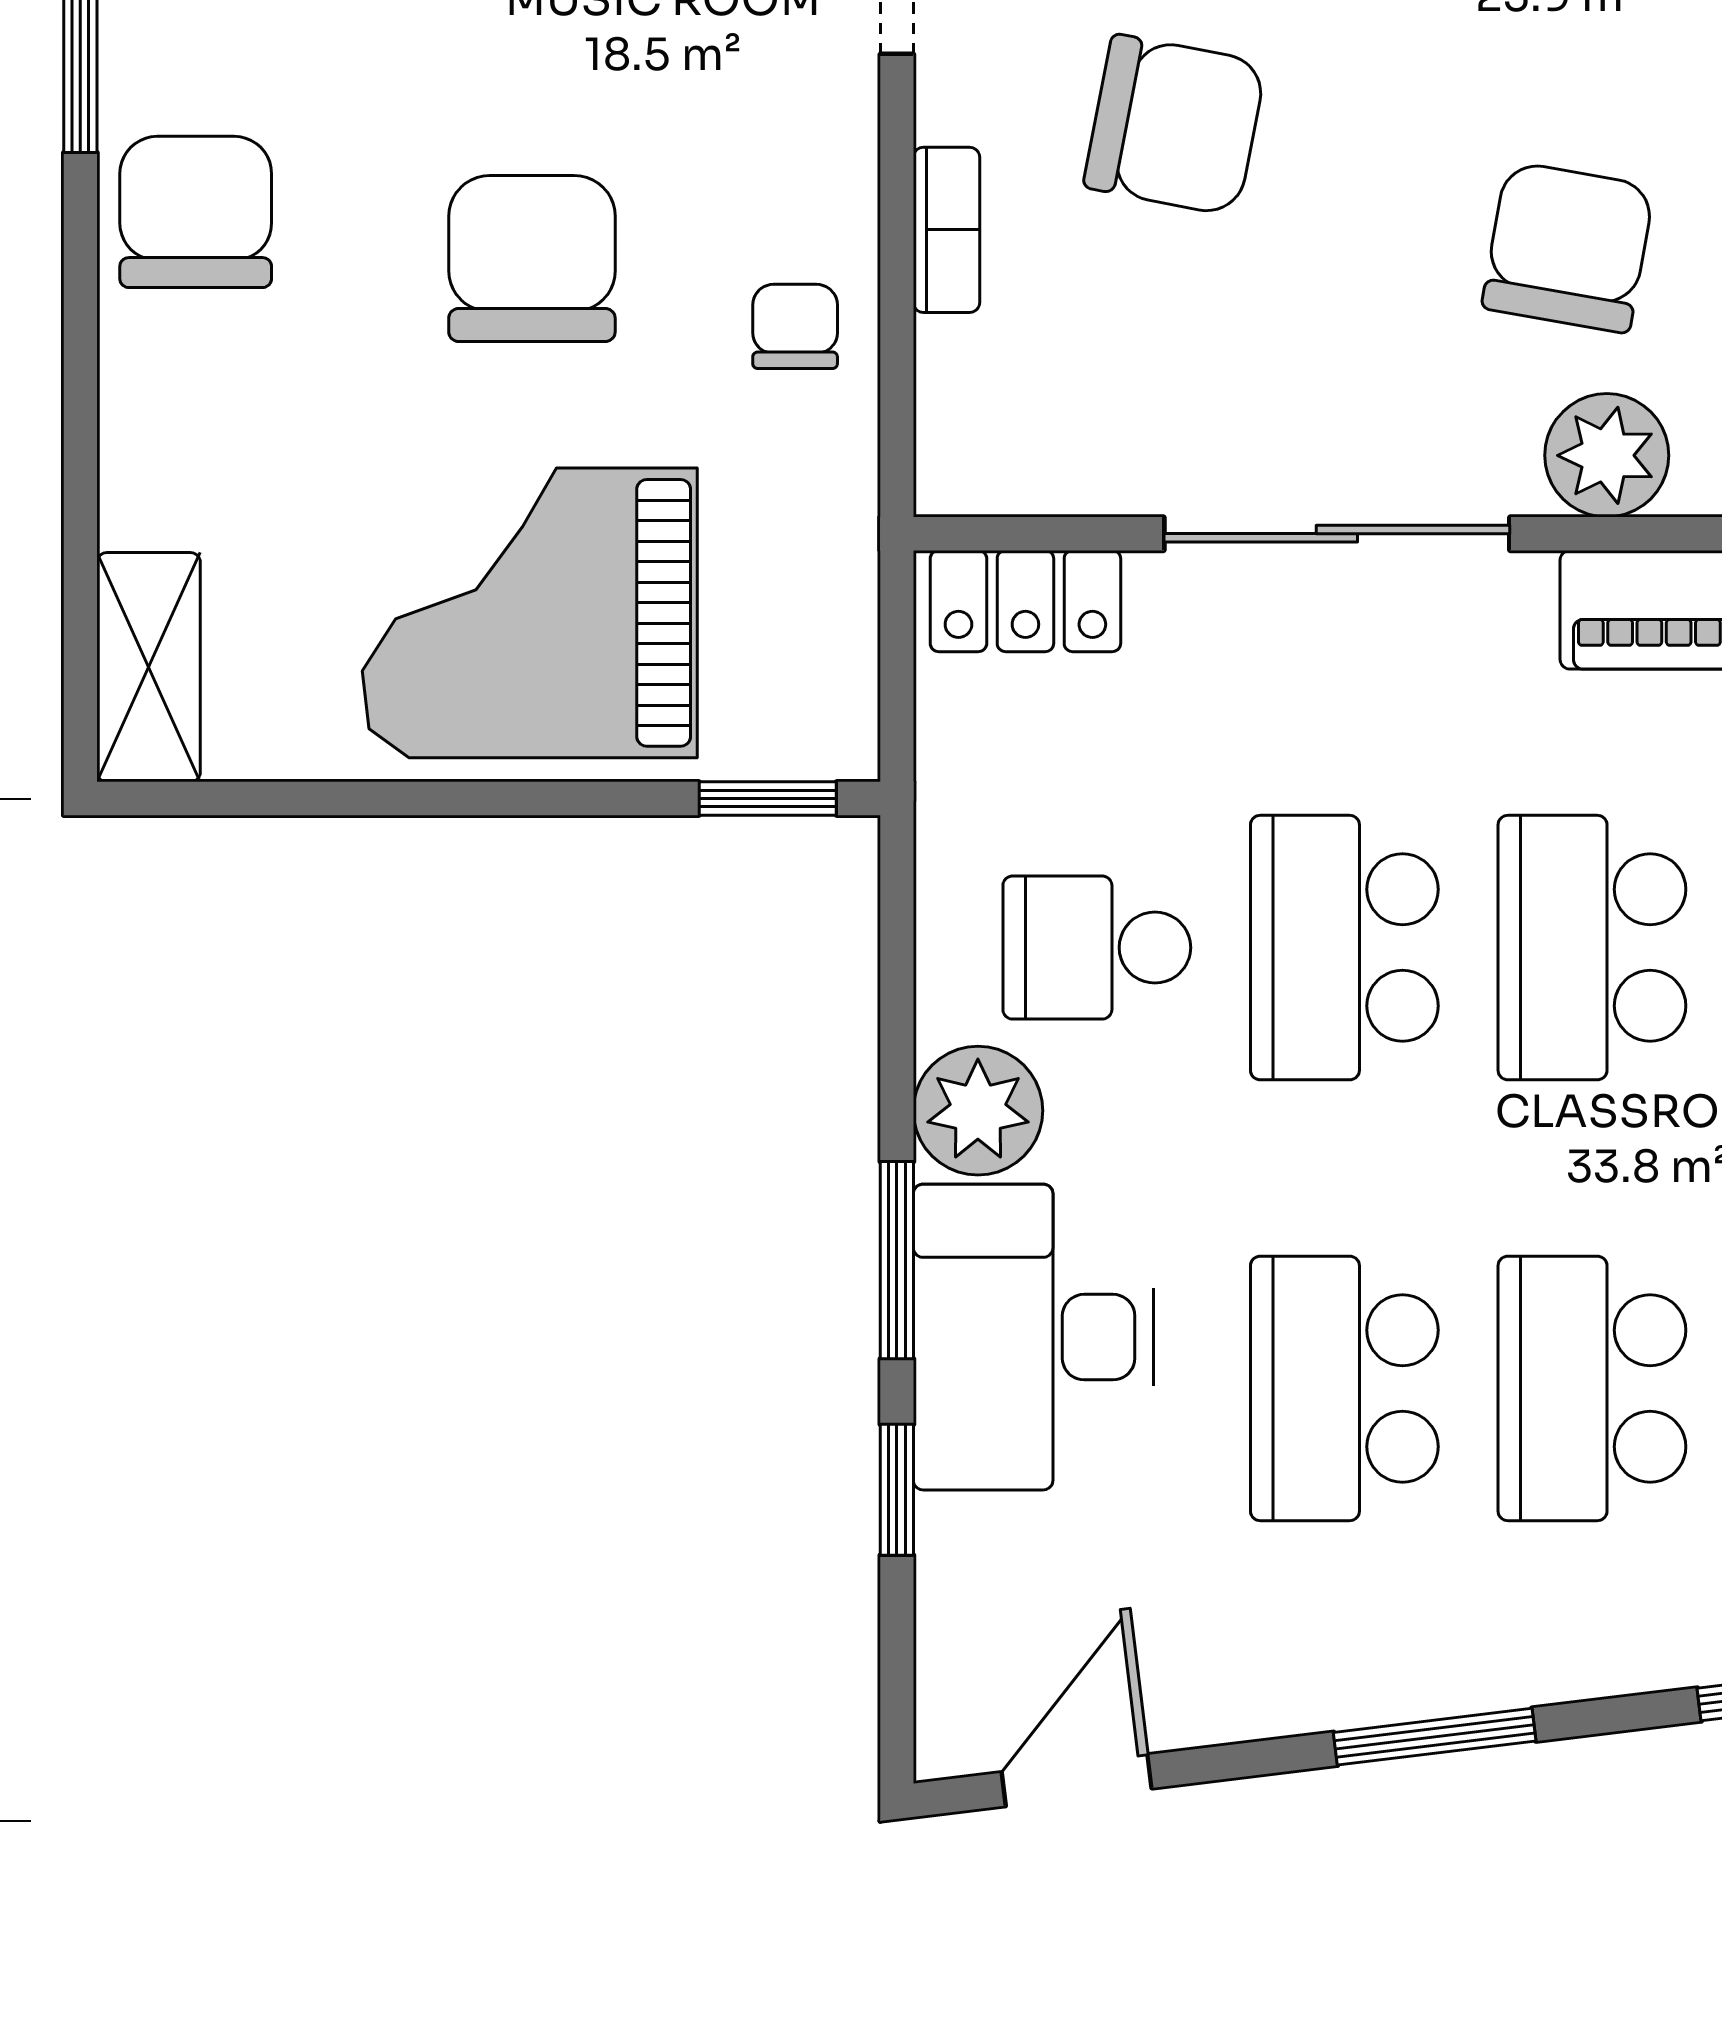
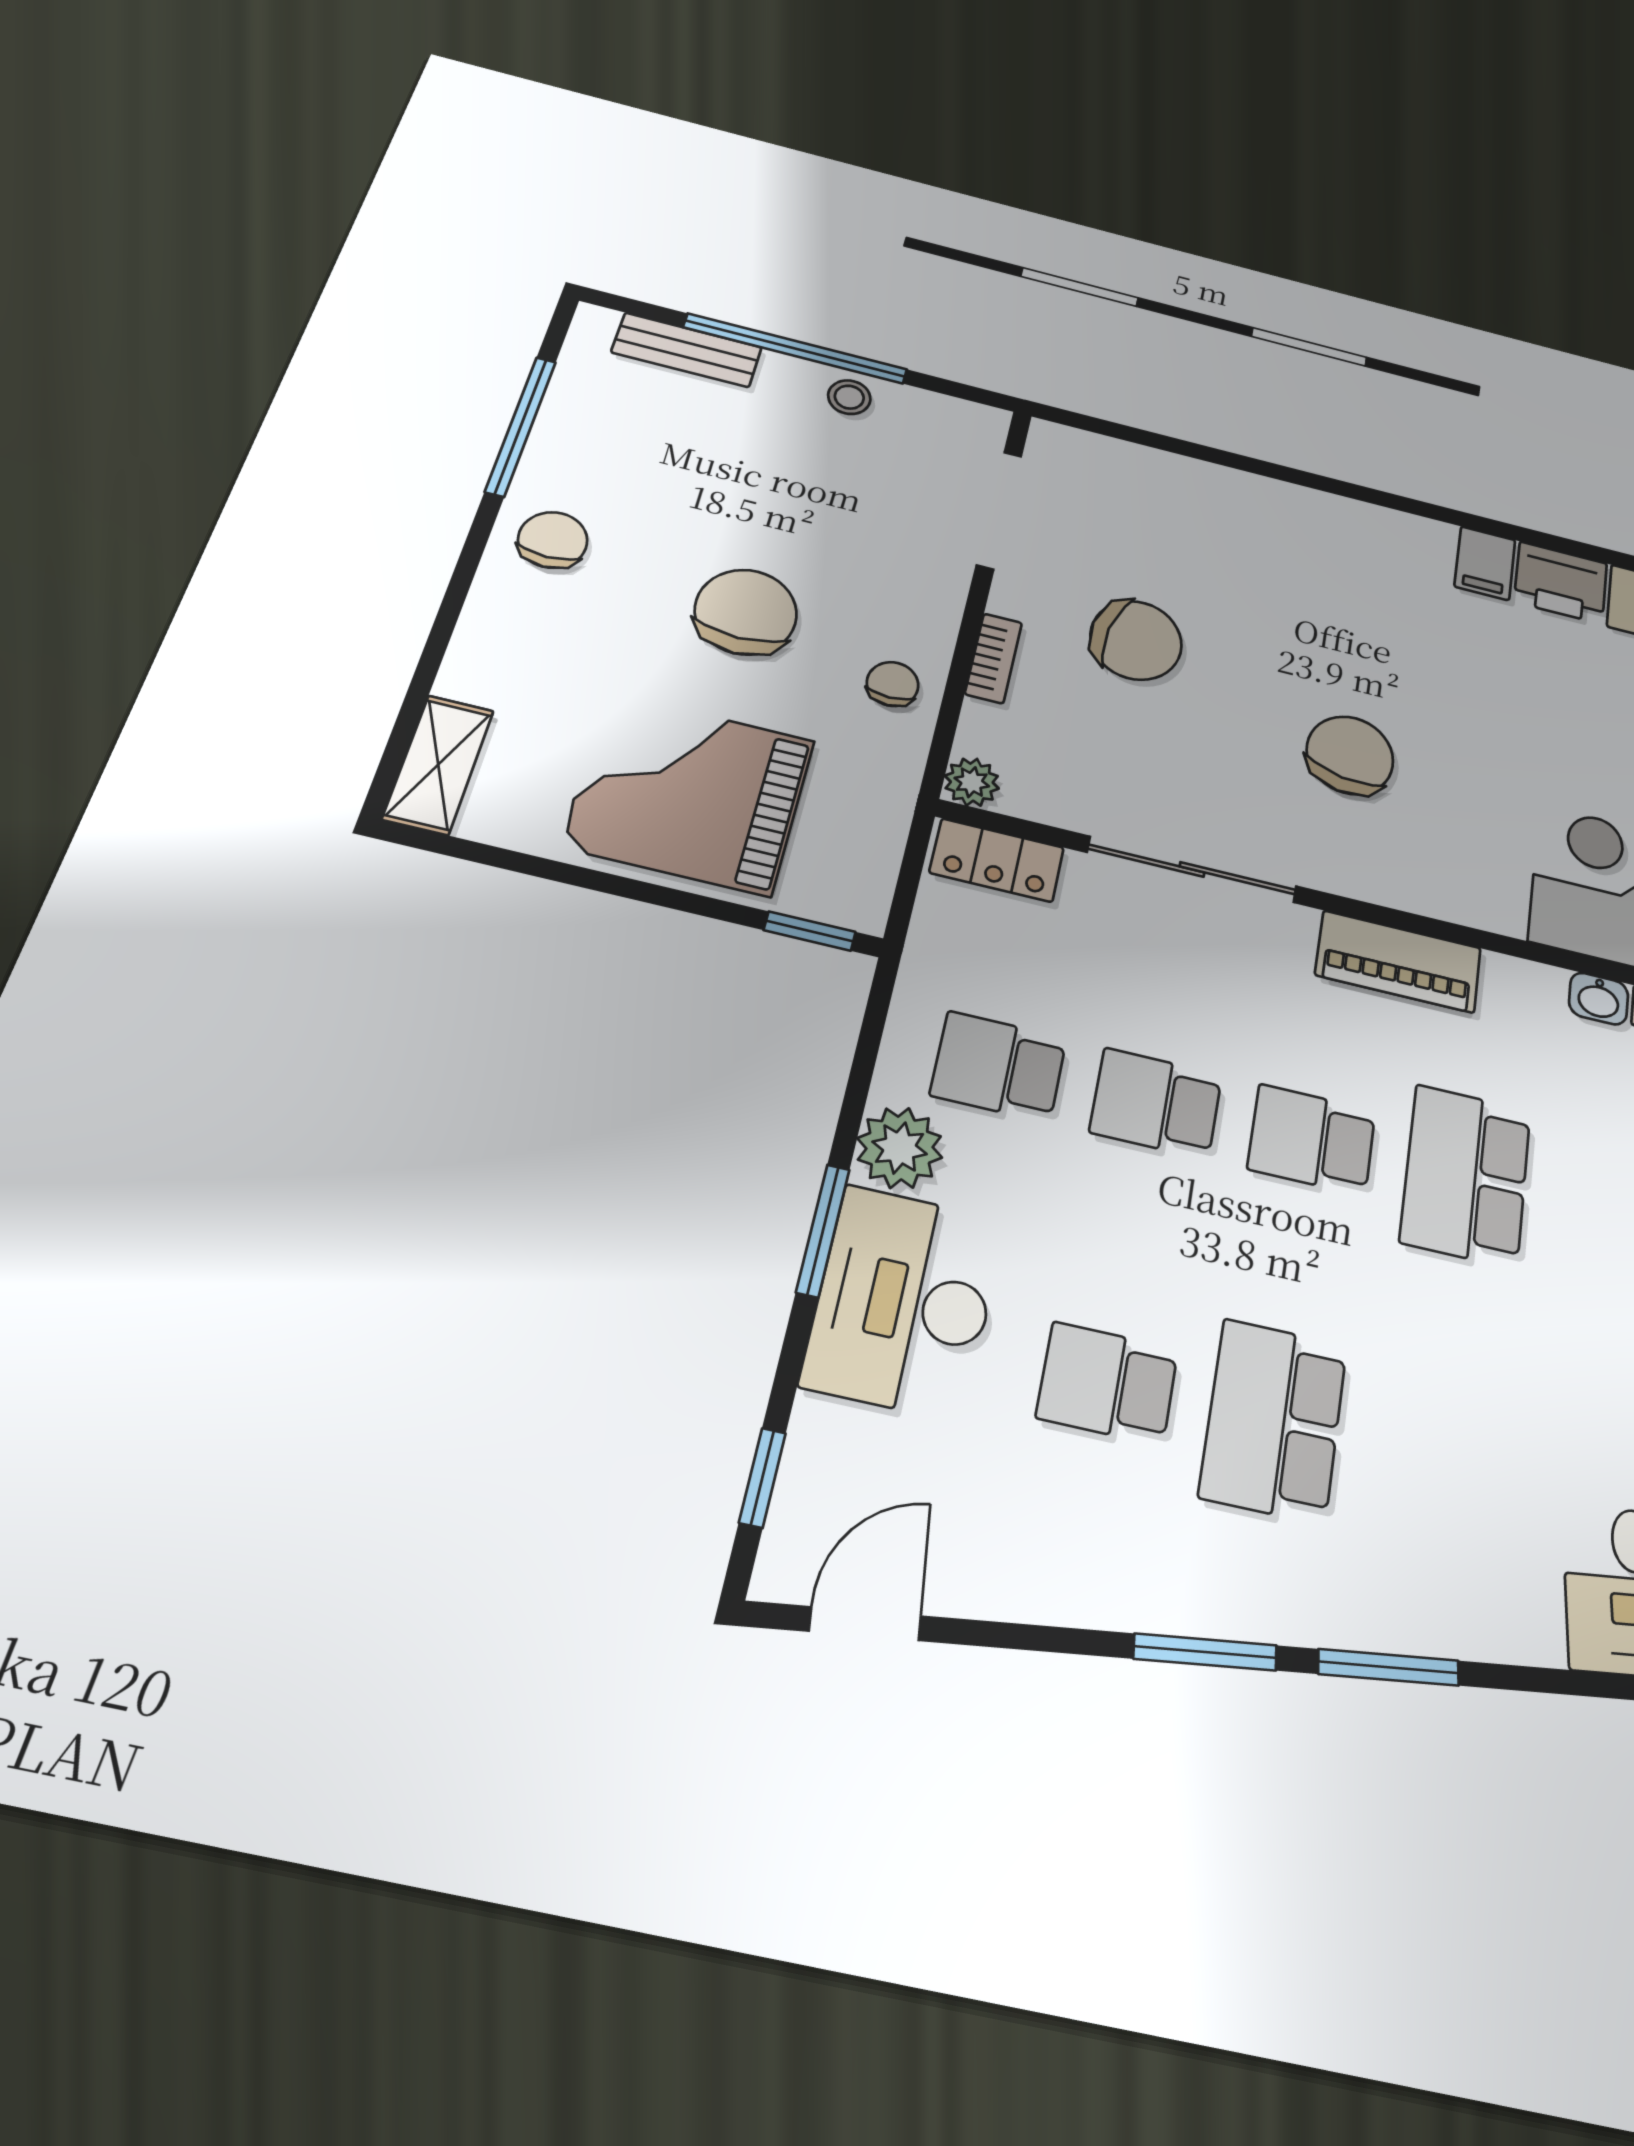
chair: (196, 212) -> (553, 540), width x0.73, depth x0.73
plant: (1607, 455) -> (972, 782), moved, width x0.73, depth x0.73
school desk: (1344, 948) -> (1156, 1103), width x0.54
school desk: (1592, 948) -> (1312, 1140), width x0.54
school desk: (1344, 1388) -> (1108, 1383), width x0.54
window: (897, 1490) -> (762, 1478), moved
window: (1435, 1737) -> (1205, 1652), moved

